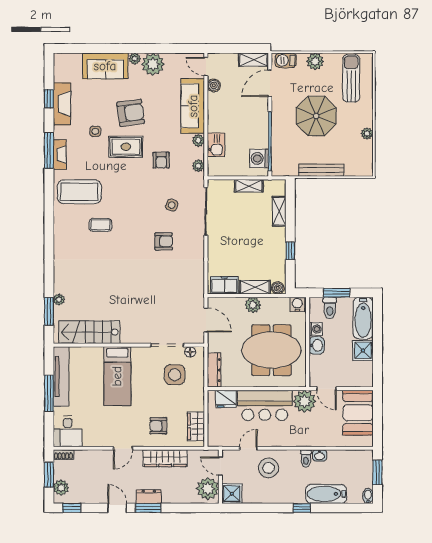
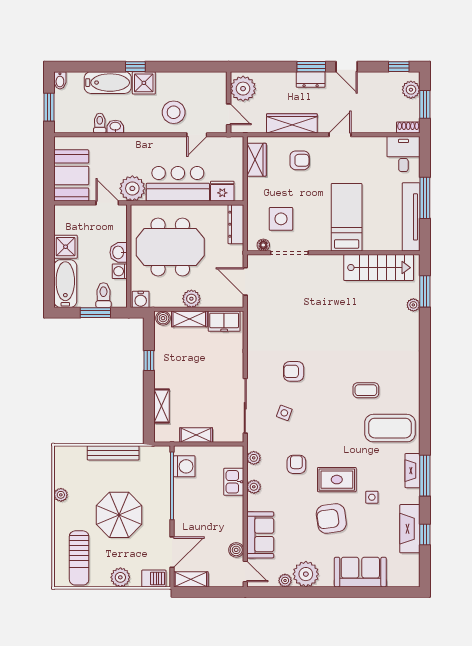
plant: (135, 59) -> (285, 580), moved
sofa: (193, 106) -> (260, 535), width x0.73
toilet: (306, 458) -> (100, 123), moved
shower: (232, 494) -> (144, 83), moved

